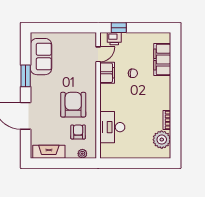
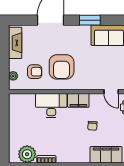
filing cabinet: (107, 73) -> (78, 100), moved
armchair: (73, 105) -> (62, 67), turned 90
desk: (112, 127) -> (51, 106), moved

